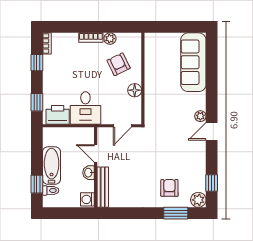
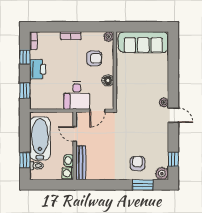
plant: (110, 39) -> (109, 37), moved
sofa: (193, 62) -> (143, 42), moved, turned -90
armchair: (119, 64) -> (94, 58), turned 116
desk: (85, 108) -> (77, 96), moved
printer: (58, 115) -> (38, 69), moved, turned 90
door: (212, 131) -> (173, 115), swing flipped
bathtub: (52, 166) -> (40, 139), width x1.36, depth x1.36
washbasin: (89, 173) -> (69, 161), moved

